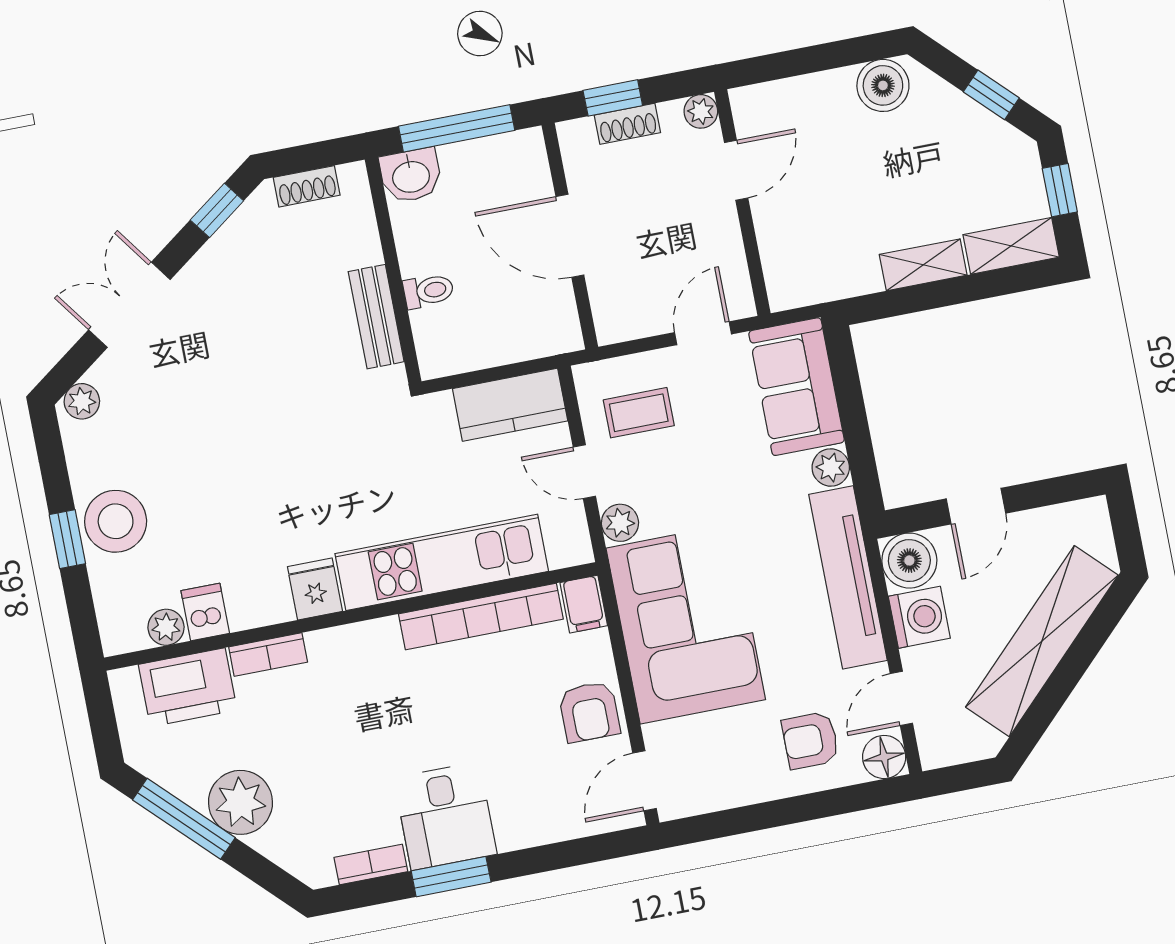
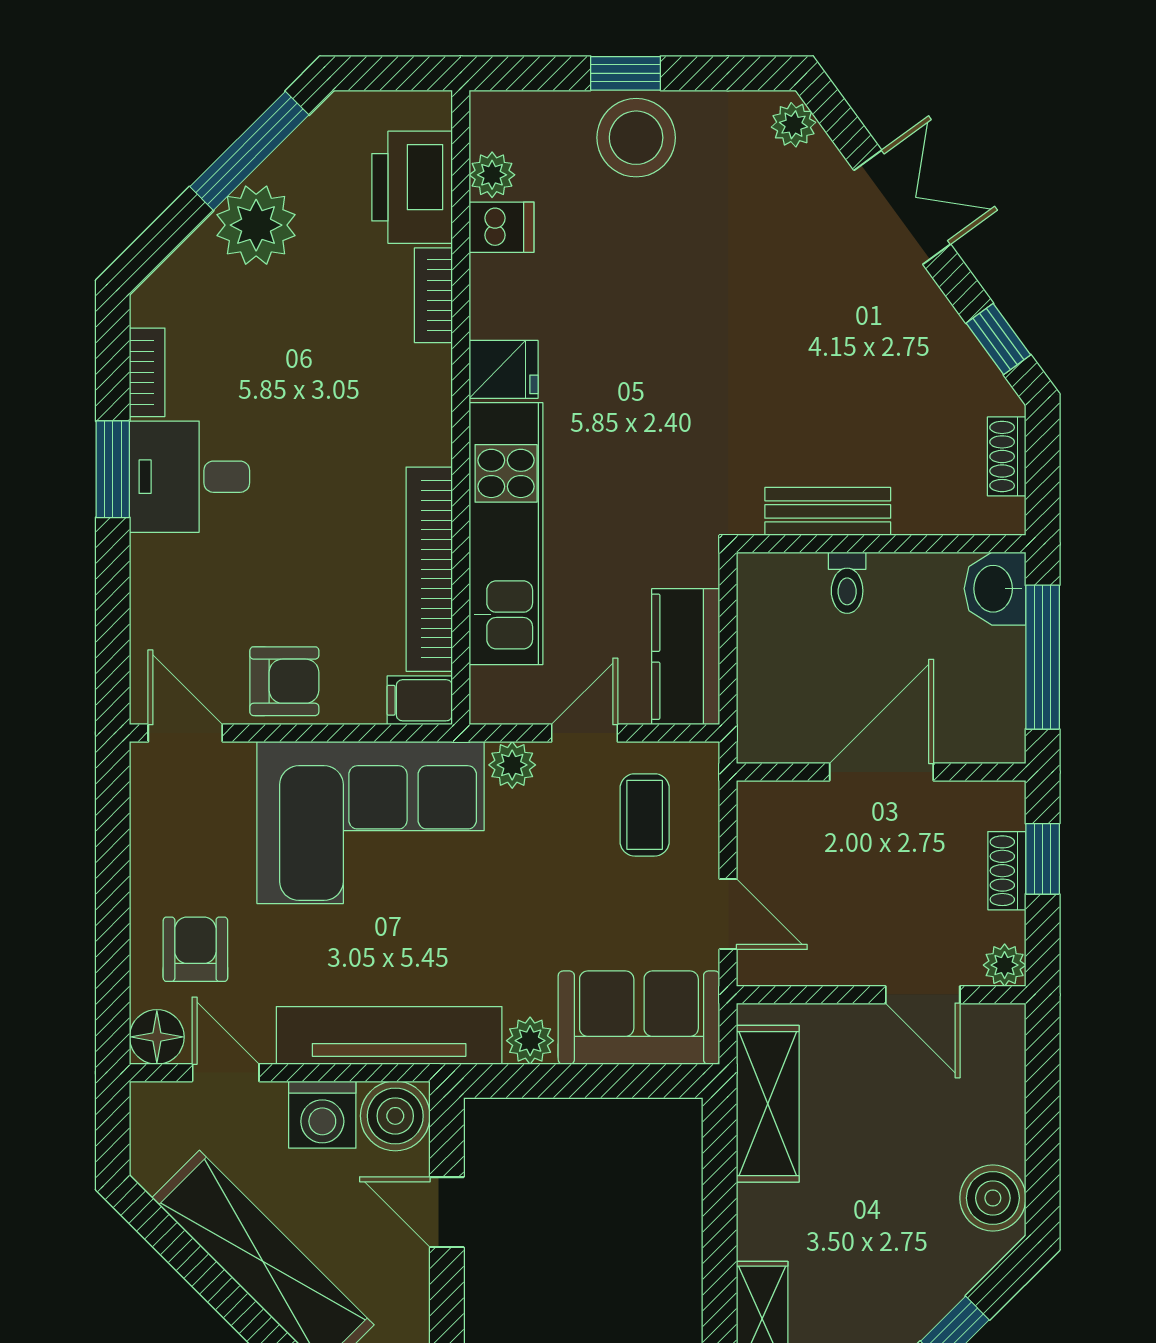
shelving: (923, 265) -> (768, 1104), moved, width x1.50, depth x1.33
armchair: (589, 712) -> (284, 681), turned 180

